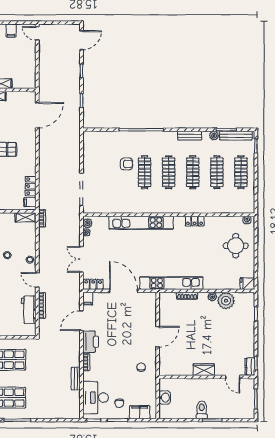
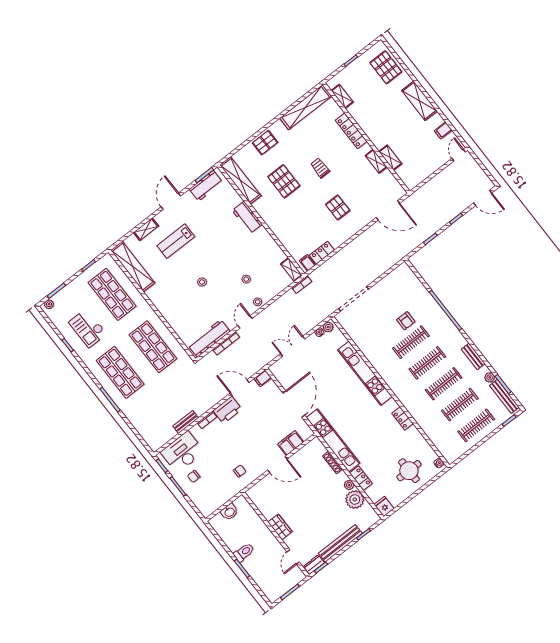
locker: (93, 284) -> (361, 478), moved
workbench: (29, 310) -> (209, 338), width x1.38
bench: (249, 336) -> (340, 543), added
filing cabinet: (140, 412) -> (291, 443), moved, turned -90

